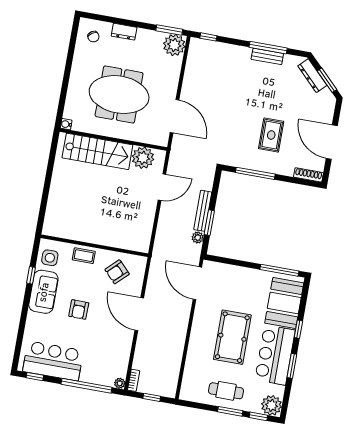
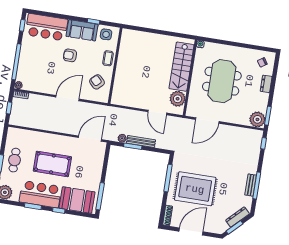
rug: (271, 135) -> (195, 189), width x1.86, depth x2.06
bar counter: (53, 361) -> (47, 27), moved, turned 90

